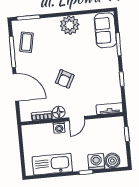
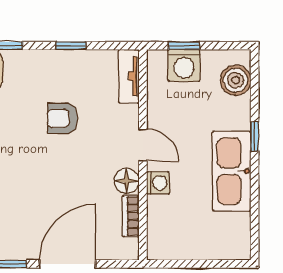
armchair: (65, 79) -> (62, 118), moved, turned 152
washing machine: (96, 162) -> (184, 65), moved, turned -90
kitchen sink: (52, 164) -> (232, 171), moved

